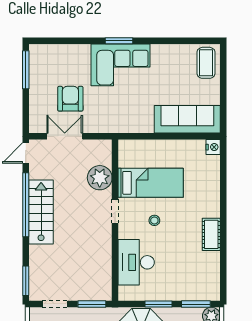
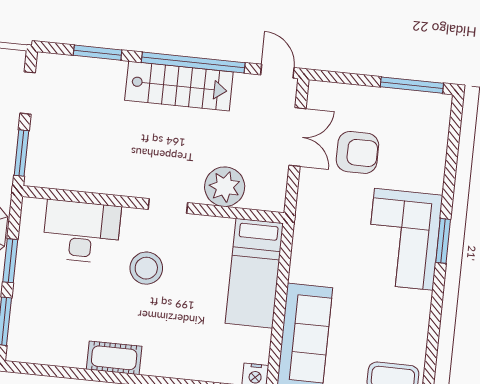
bed: (151, 183) -> (254, 273), moved
stool: (154, 220) -> (146, 268), width x1.89, depth x1.89
window: (26, 281) -> (98, 53), moved

